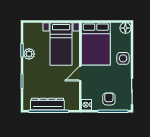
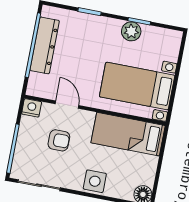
bed: (96, 44) -> (128, 134), width x0.67
door: (80, 74) -> (67, 105), moved
armchair: (109, 99) -> (59, 140), moved

